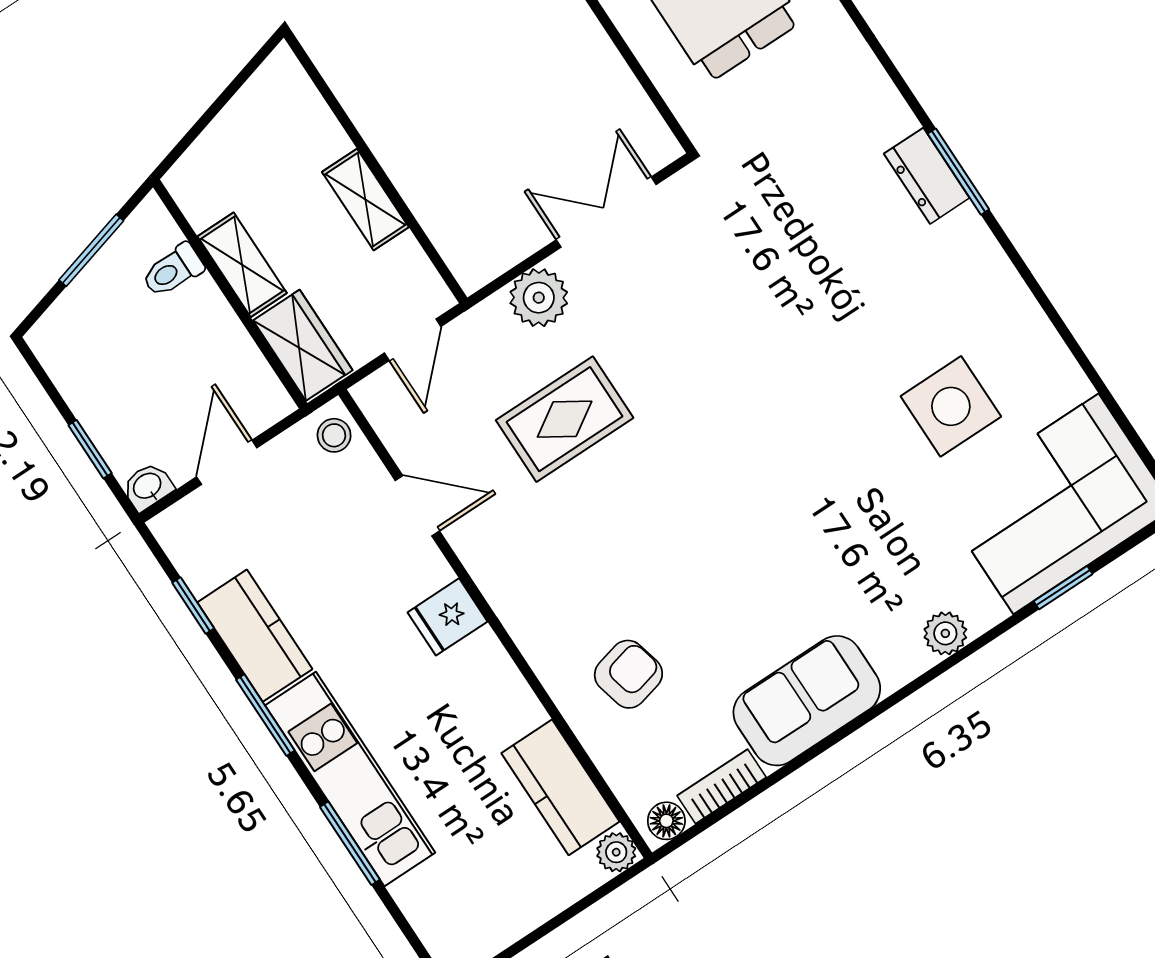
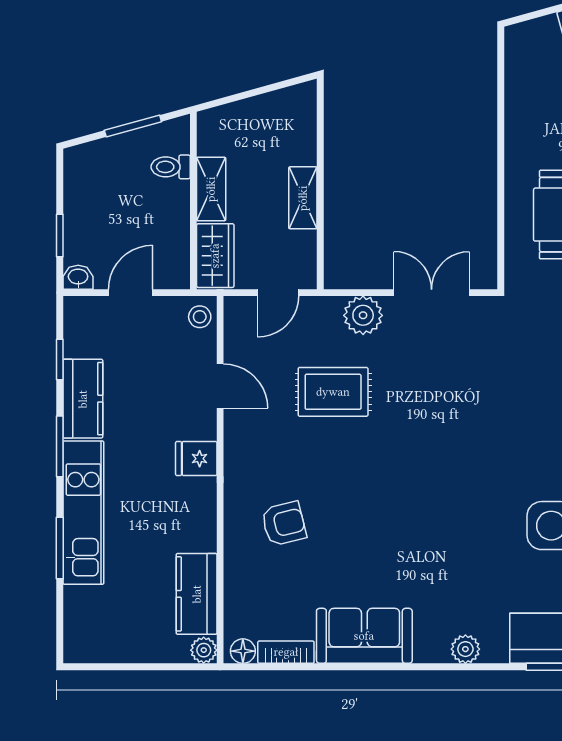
armchair: (628, 674) -> (284, 524), moved

